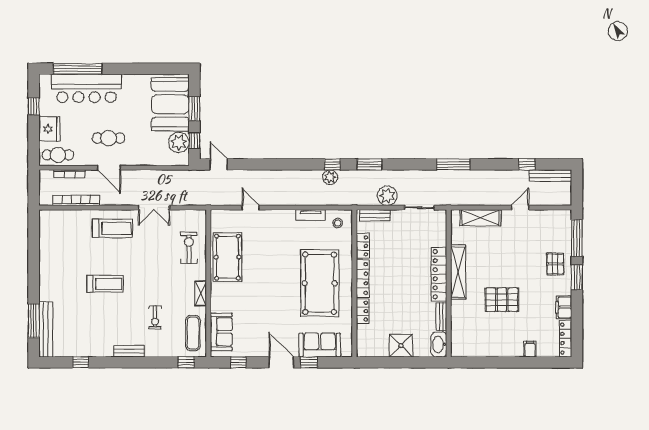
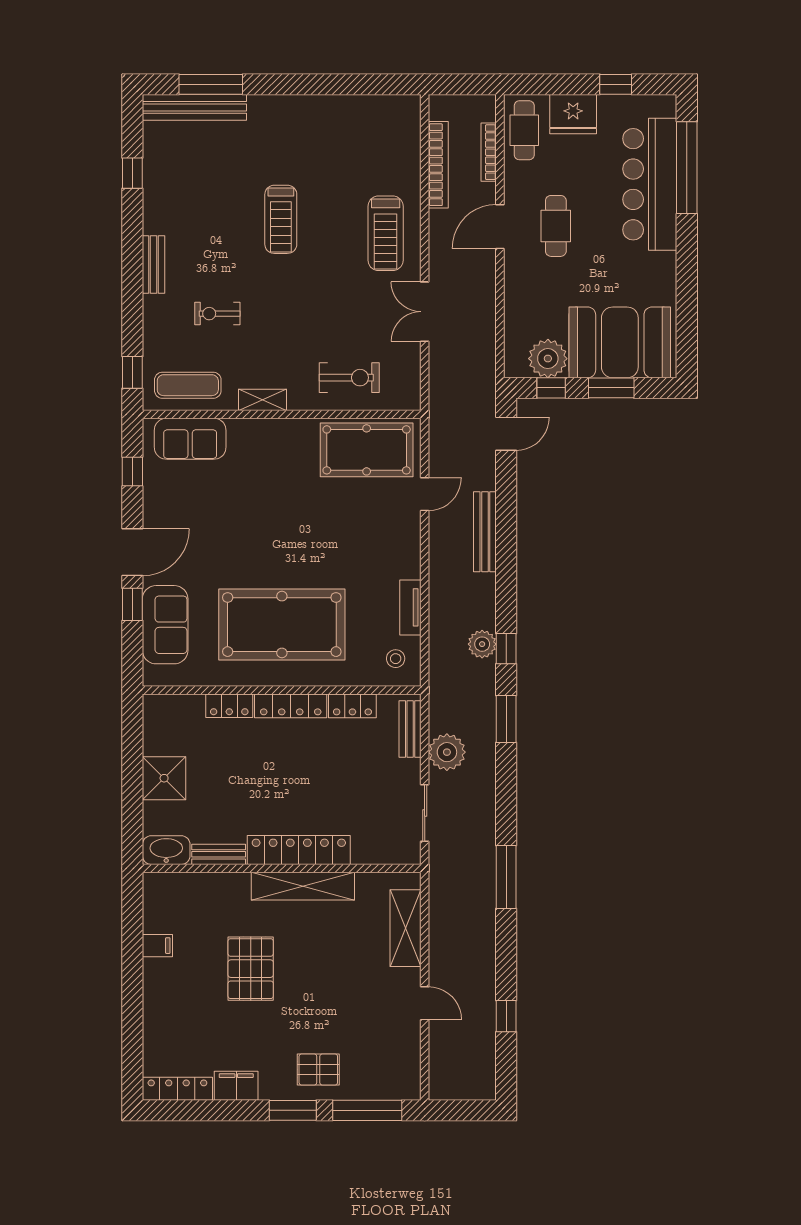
bench: (550, 176) -> (485, 532), moved
pool table: (227, 257) -> (367, 450), moved
filing cabinet: (530, 349) -> (157, 946), moved

